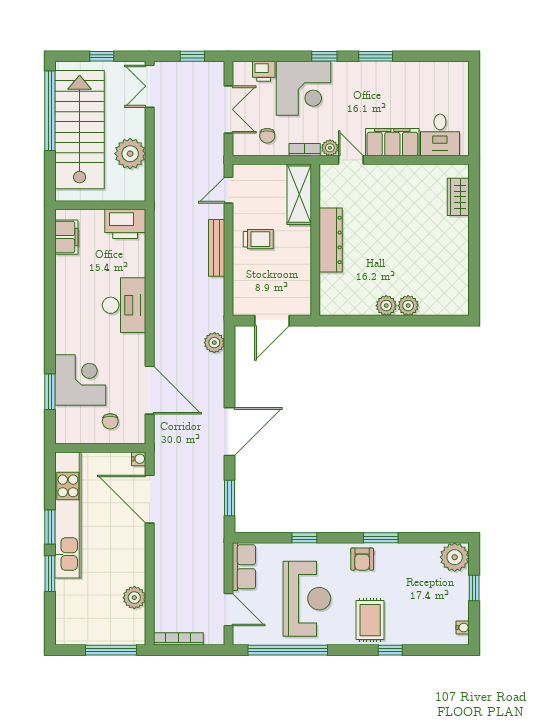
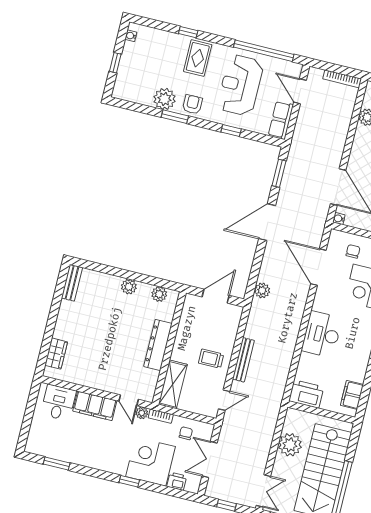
window: (376, 56) -> (57, 463), moved
bench: (460, 293) -> (72, 283), added
plant: (408, 306) -> (159, 294), moved
plant: (455, 557) -> (164, 99), moved

